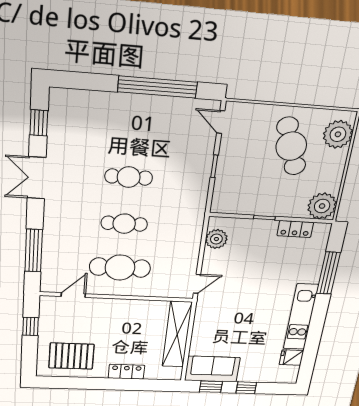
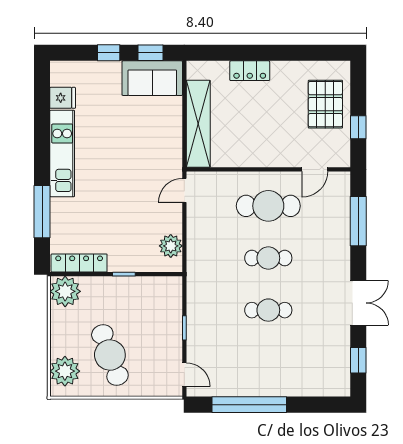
locker: (295, 229) -> (79, 263), width x1.53
pallet: (71, 356) -> (325, 104), moved, turned 90

